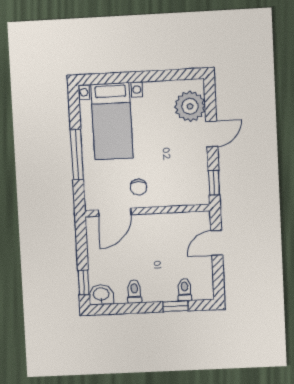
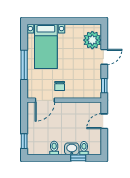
washbasin: (101, 295) -> (72, 149), moved

